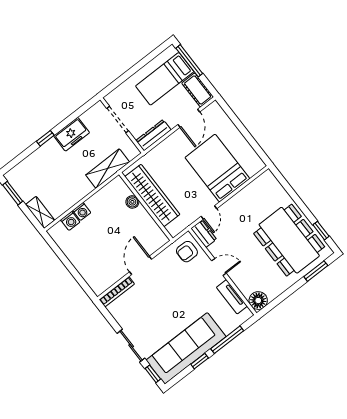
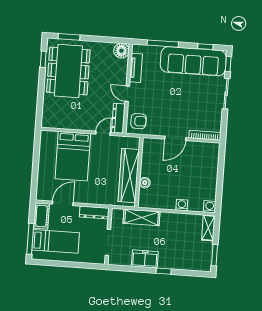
washing machine: (70, 221) -> (210, 207), moved
dresser: (204, 234) -> (118, 118), width x1.44
window: (200, 361) -> (205, 47), moved

